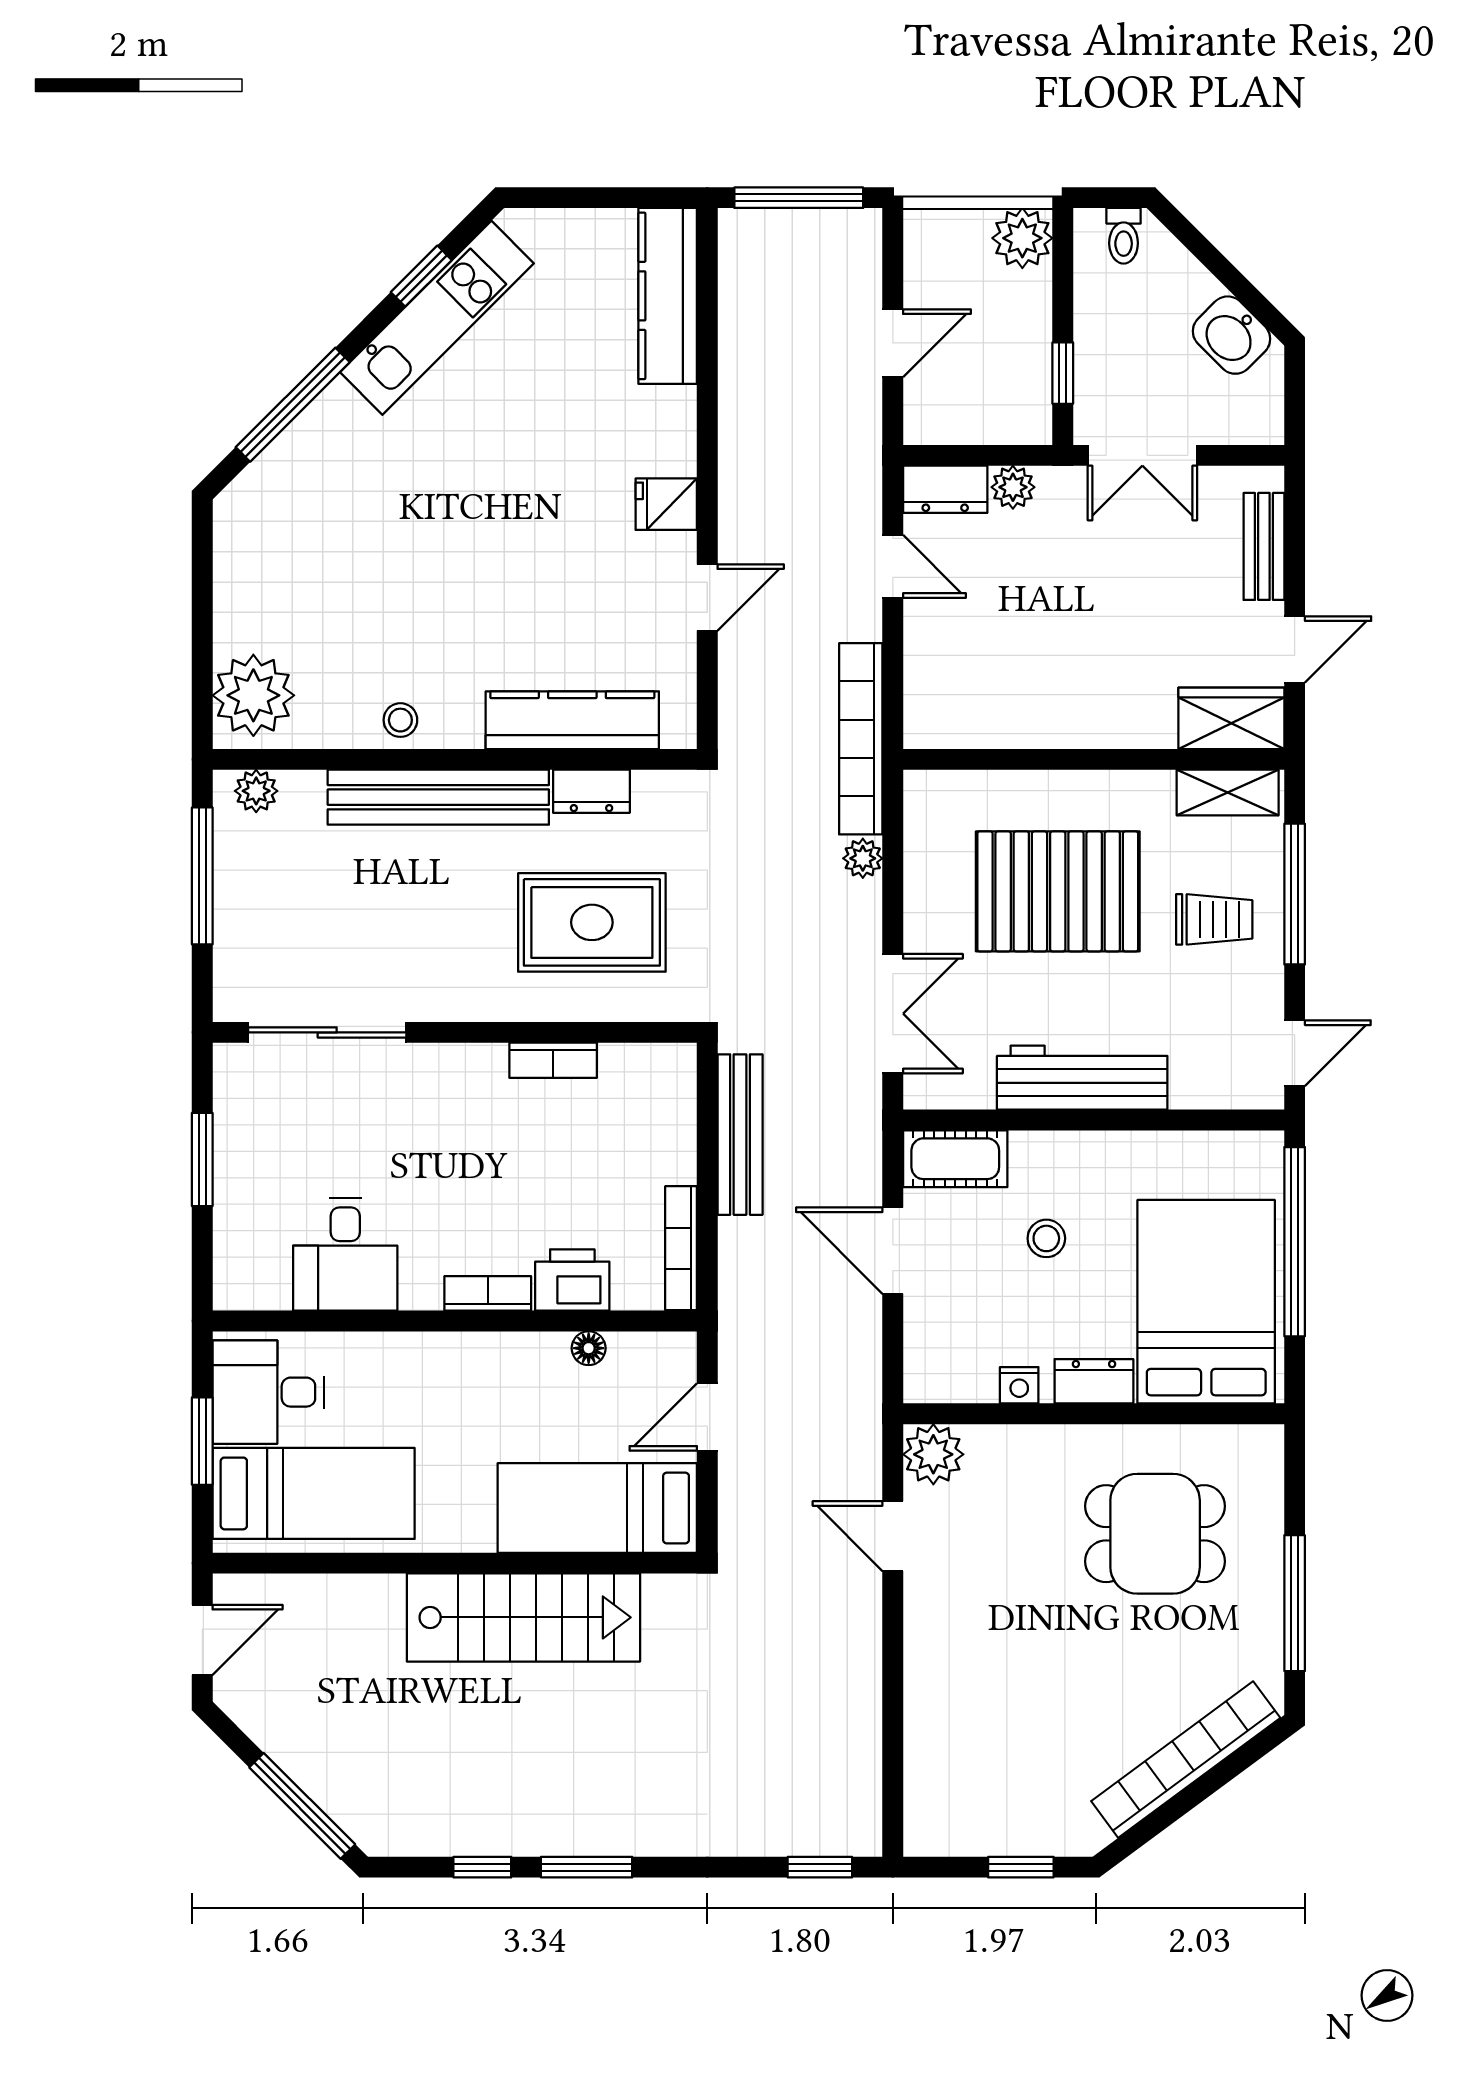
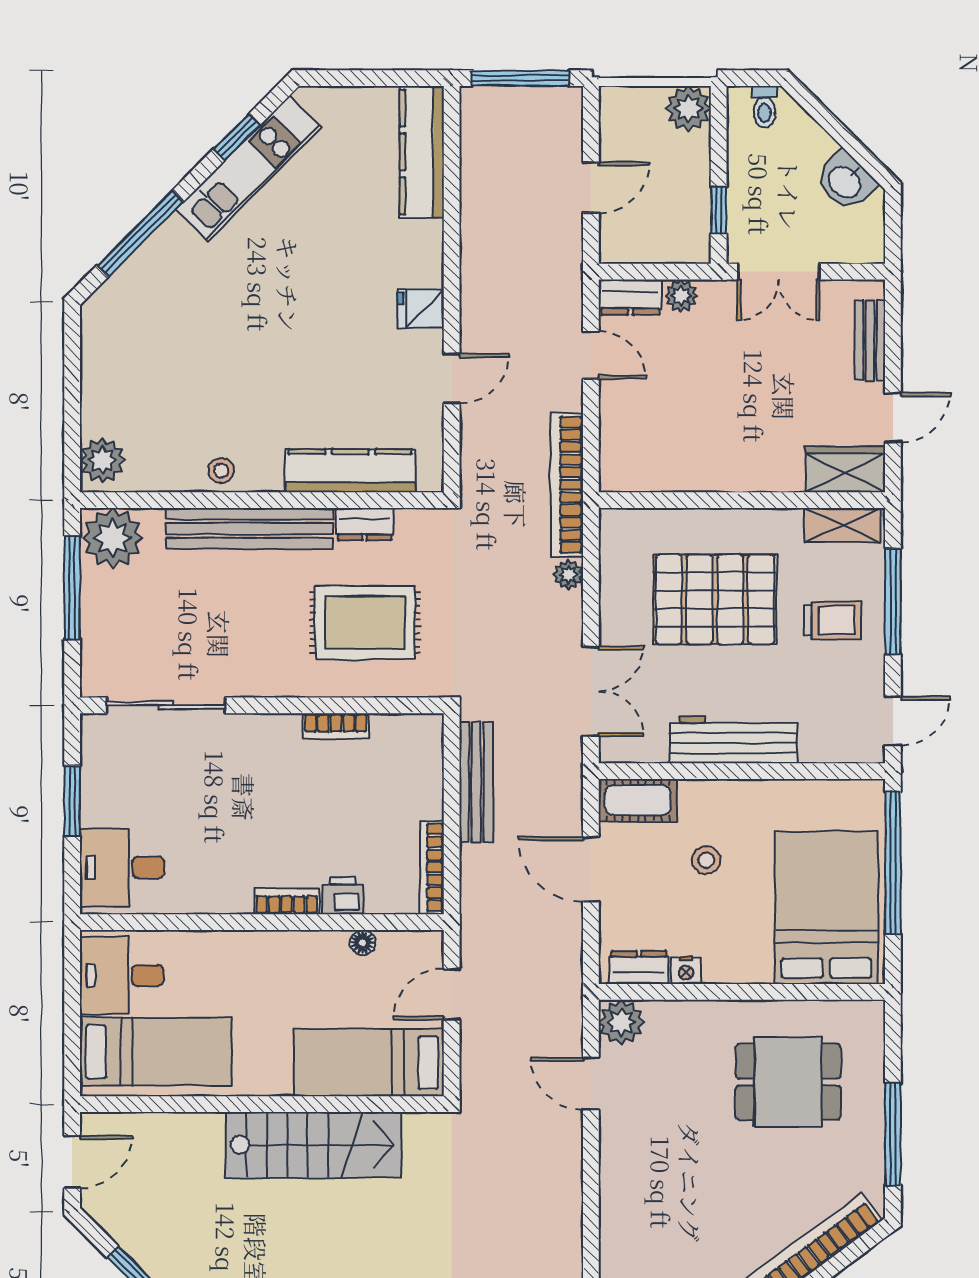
plant: (253, 695) -> (102, 460), width x0.73, depth x0.73
plant: (256, 791) -> (113, 538), width x1.88, depth x1.88
desk: (345, 1255) -> (122, 867), moved, turned 90
printer: (572, 1280) -> (343, 896), width x0.73, depth x0.81
dresser: (1094, 1381) -> (639, 967), moved
window: (202, 1441) -> (72, 1012), removed

